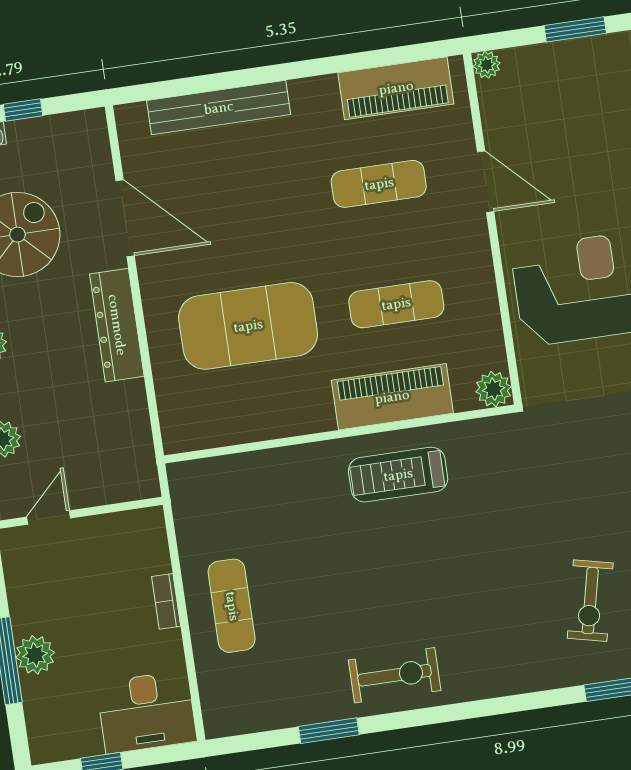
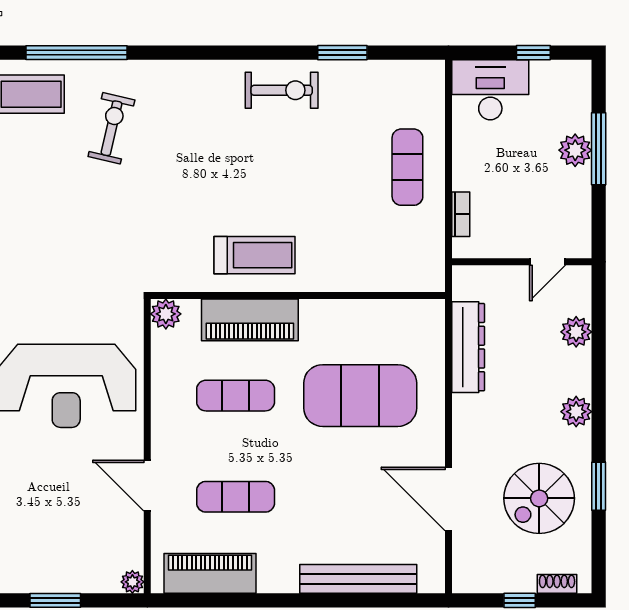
dresser: (117, 325) -> (468, 347), moved
bookcase: (166, 601) -> (461, 214), moved
exercise bike: (395, 675) -> (282, 90), turned 180

